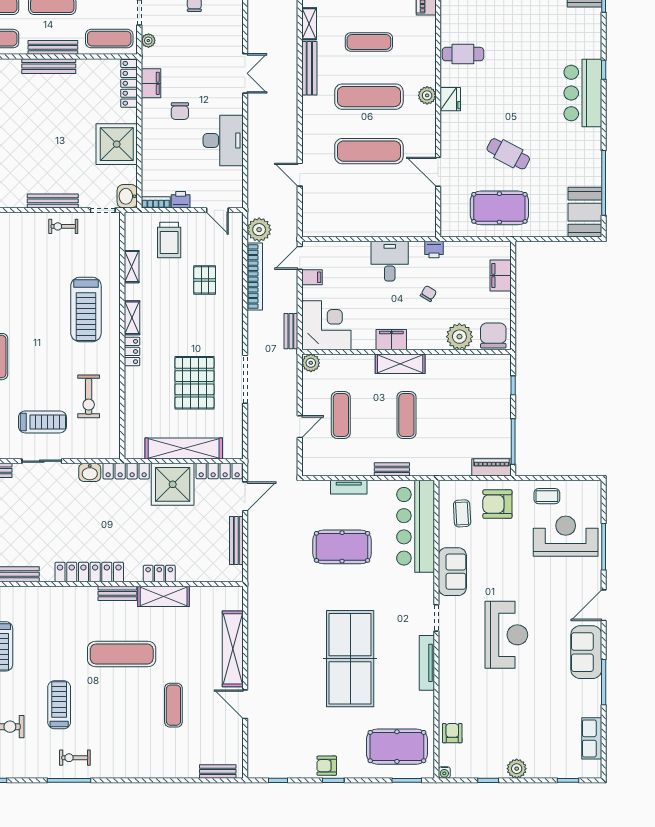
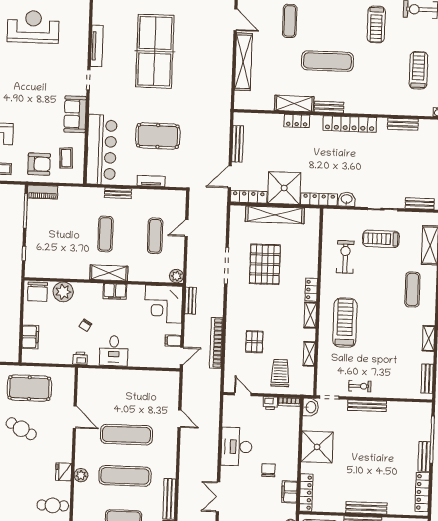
plant: (259, 230) -> (212, 378), removed
reception desk: (506, 635) -> (33, 27), moved, turned 90

